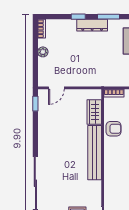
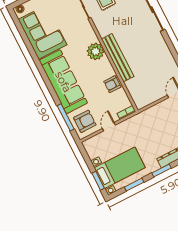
wardrobe: (94, 112) -> (134, 90), removed
plant: (114, 170) -> (96, 51), added

